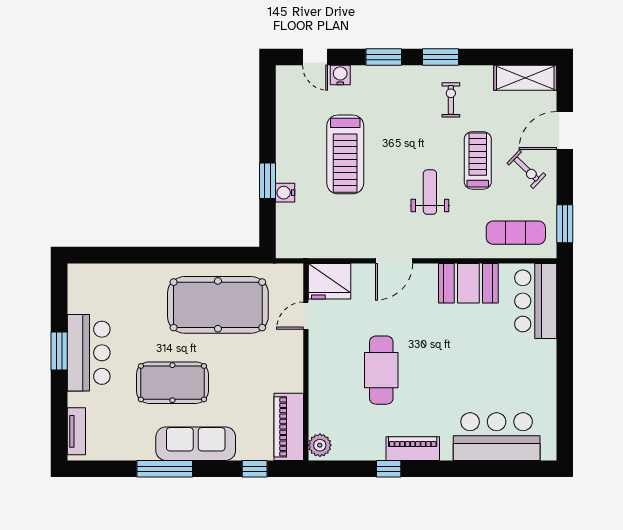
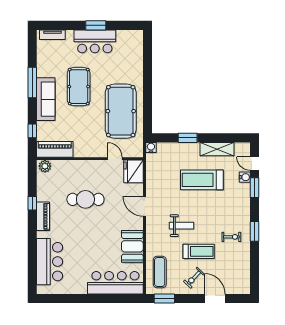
door: (315, 57) -> (255, 164), hinge flipped
window: (384, 57) -> (255, 188), moved
shelving: (525, 78) -> (217, 149), moved, turned 90
water cooler: (285, 193) -> (151, 147), moved
bar counter: (536, 301) -> (115, 283), width x1.36

